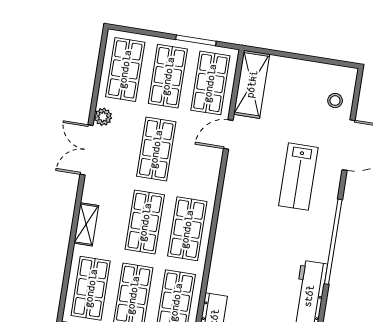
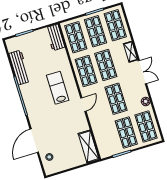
shop shelf: (210, 83) -> (107, 138), removed
door: (228, 135) -> (83, 105), moved
double door: (86, 150) -> (142, 72), moved
lab bench: (298, 177) -> (58, 88), moved

